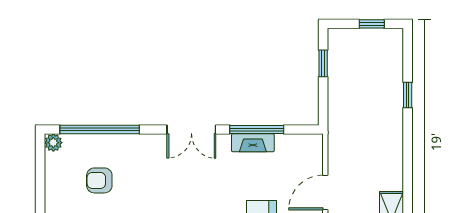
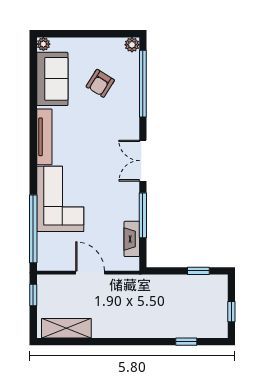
window: (408, 95) -> (186, 342), moved
fireplace: (253, 143) -> (132, 239), moved
armchair: (99, 180) -> (100, 83), turned -148

